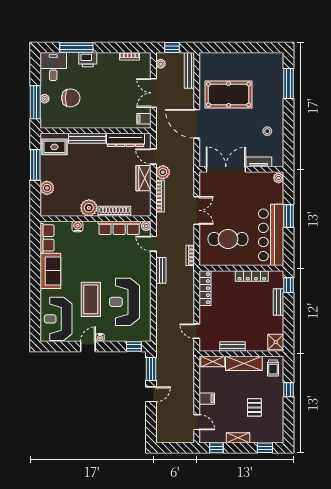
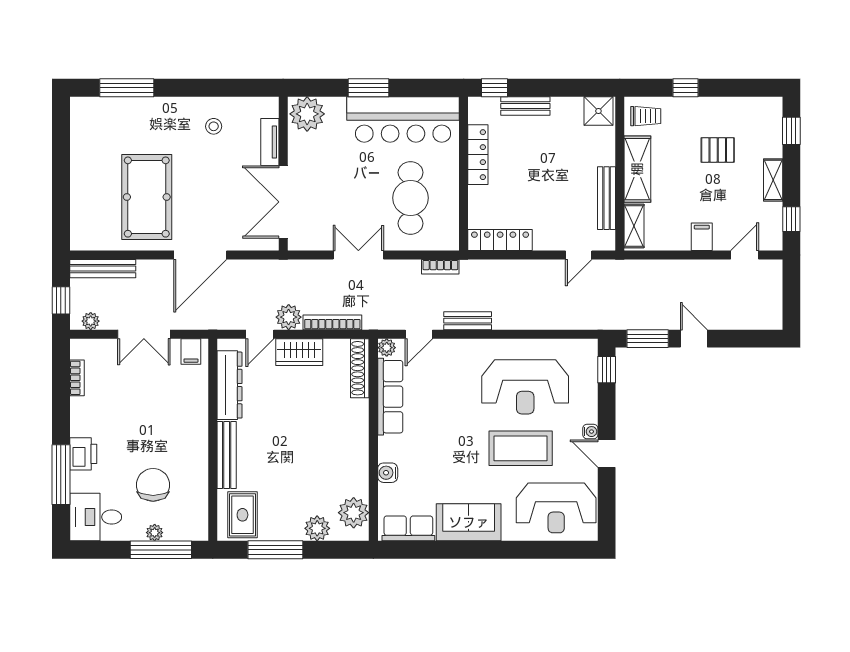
plant: (279, 178) -> (307, 114), width x1.87, depth x1.87
plant: (89, 208) -> (354, 513), moved
shoe rack: (114, 211) -> (360, 368), moved
bench: (233, 346) -> (607, 198), width x1.36

